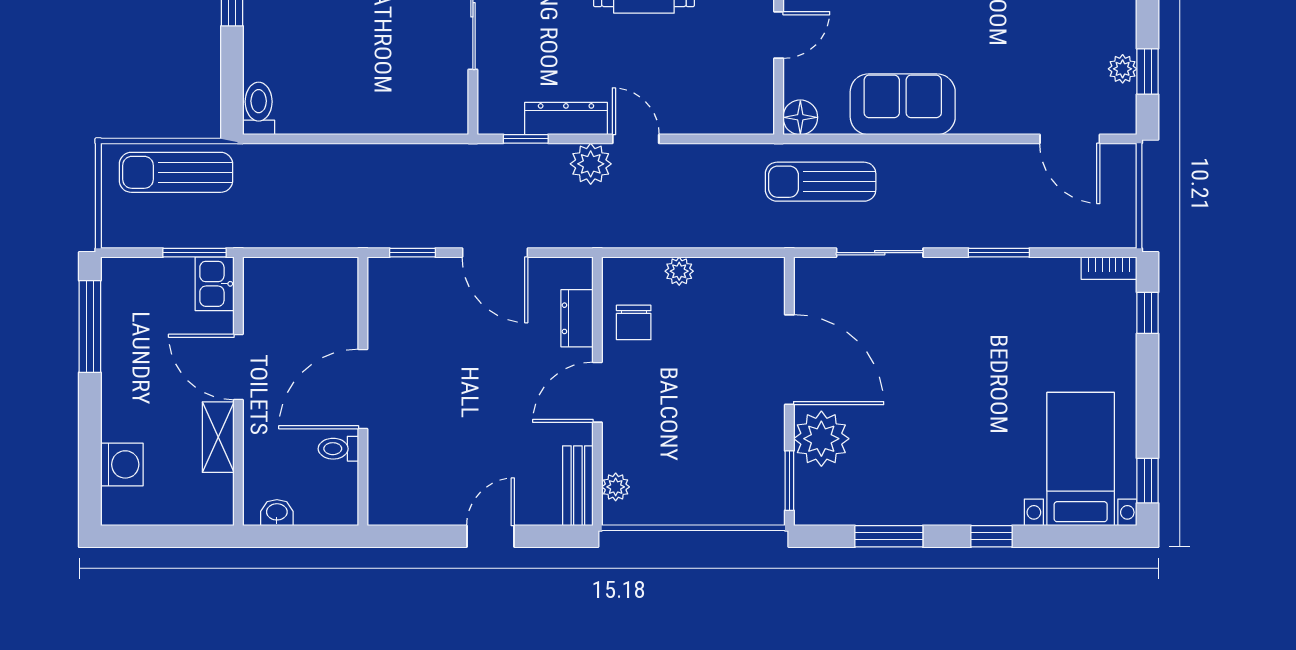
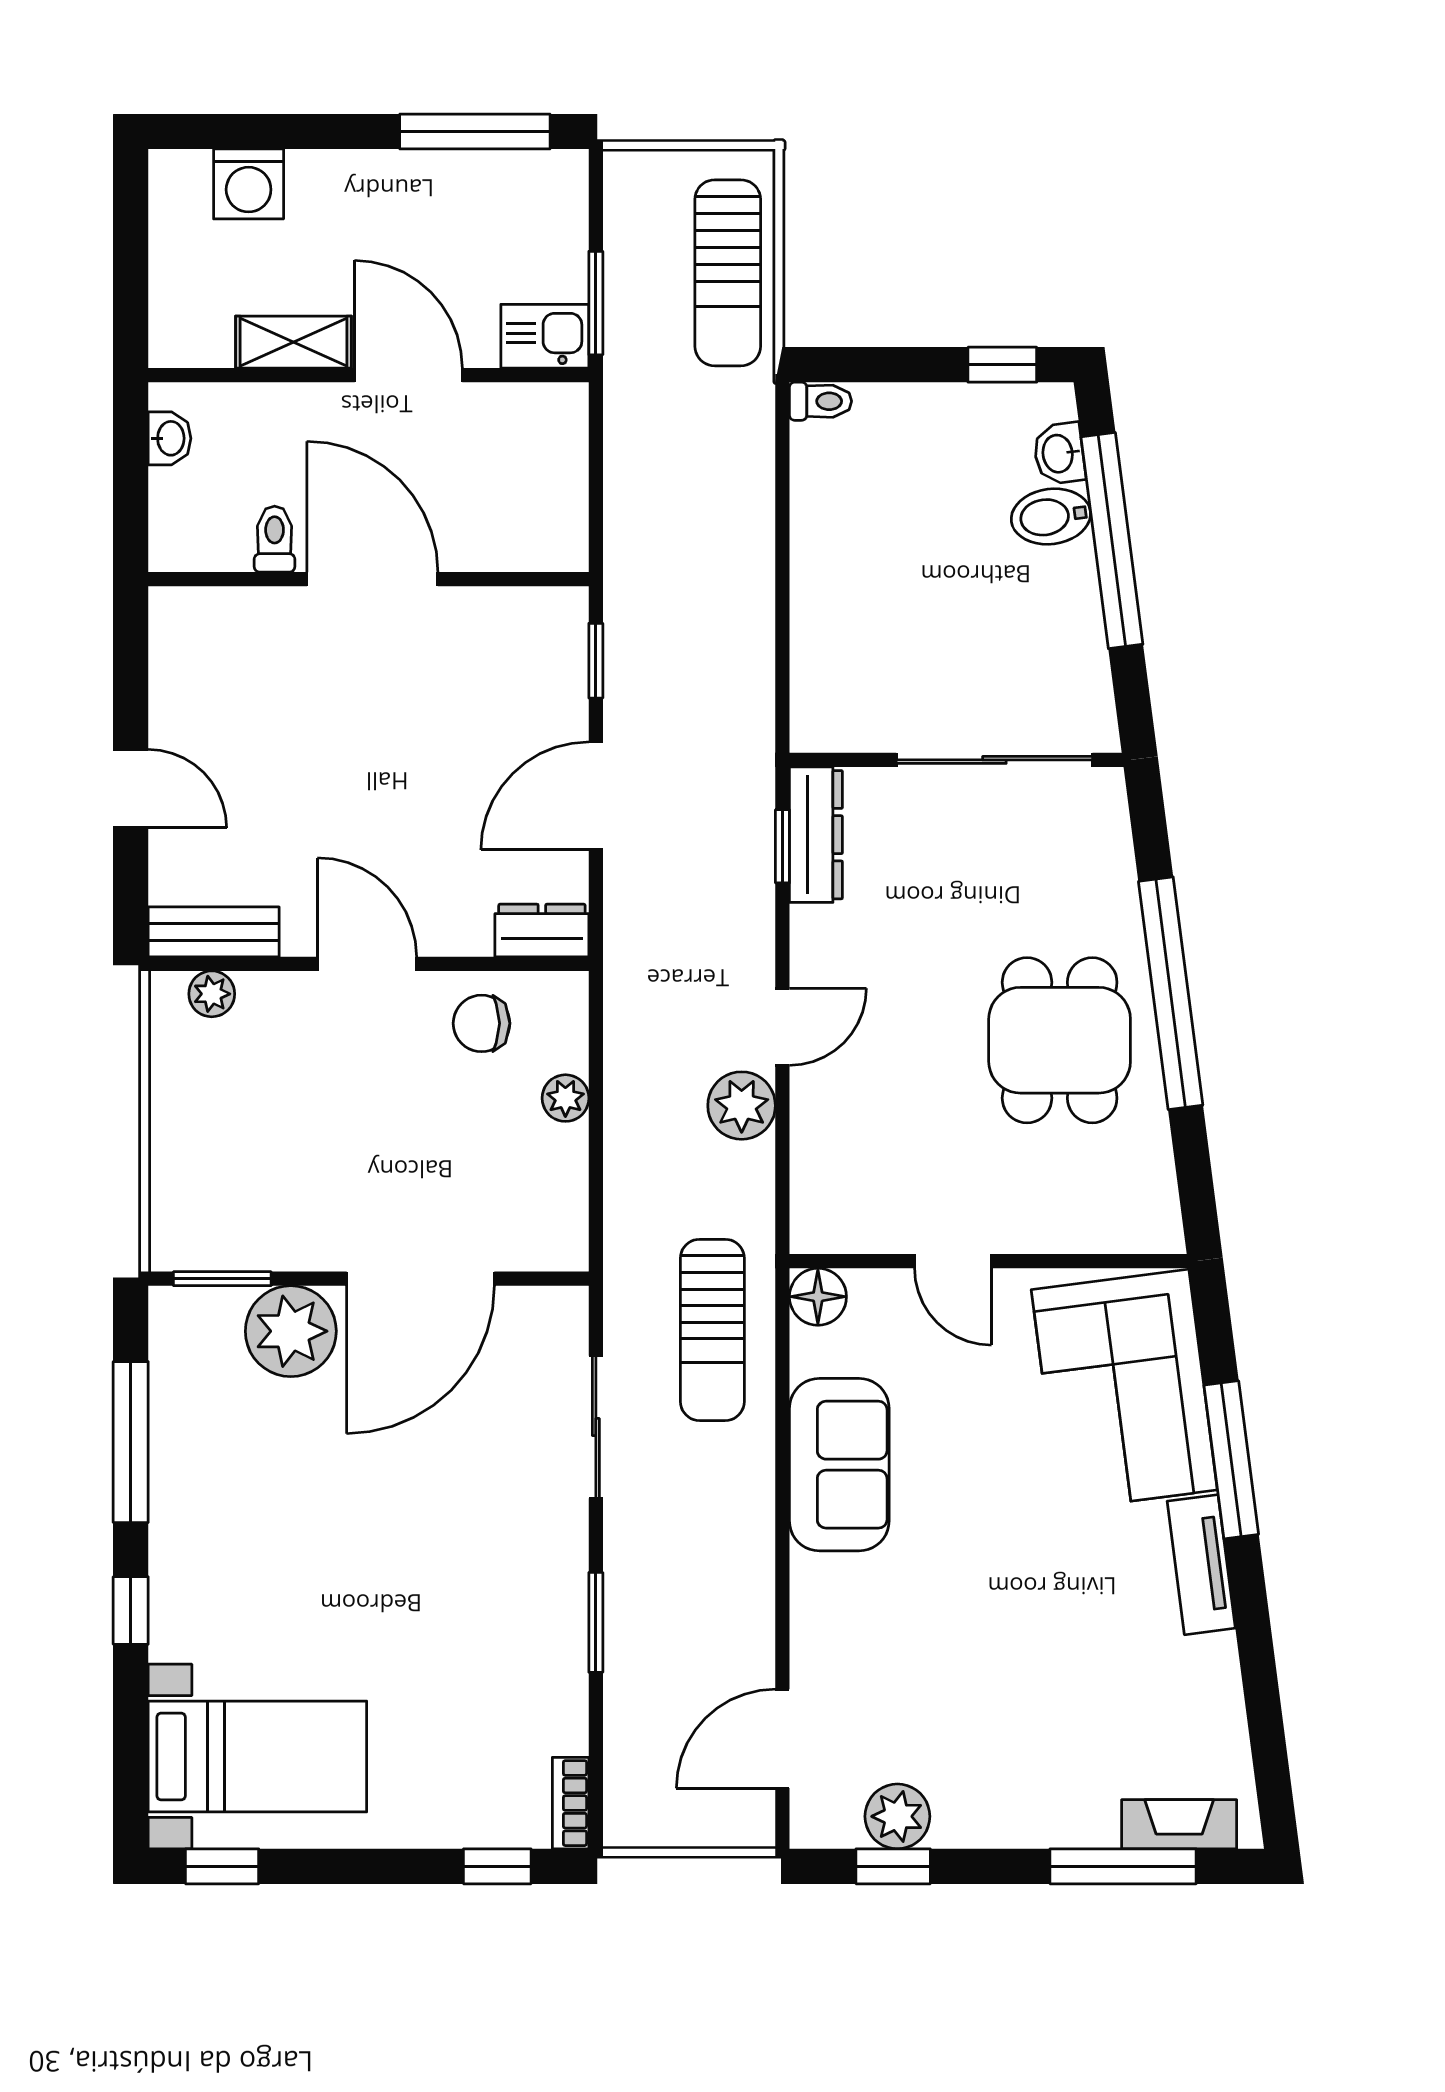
plant: (1123, 69) -> (897, 1816), width x1.38, depth x1.38
toilet: (259, 108) -> (820, 401), width x0.73, depth x0.72
dresser: (566, 119) -> (816, 835), moved
plant: (591, 164) -> (742, 1106), moved
sun lounger: (176, 172) -> (728, 273), turned 180
sun lounger: (821, 182) -> (712, 1330), turned 180
dresser: (577, 318) -> (542, 931), moved
door: (238, 367) -> (408, 375), hinge flipped
window: (889, 536) -> (131, 1442), width x1.44

